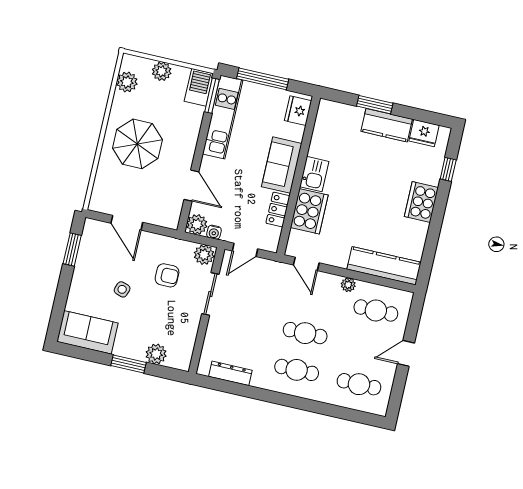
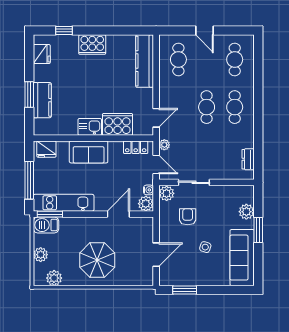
kitchen counter: (387, 125) -> (42, 100), moved
locker: (278, 210) -> (136, 147), moved
plant: (348, 285) -> (164, 145), moved
sofa: (87, 332) -> (242, 258), width x1.36
dresser: (230, 373) -> (248, 159), width x0.70

